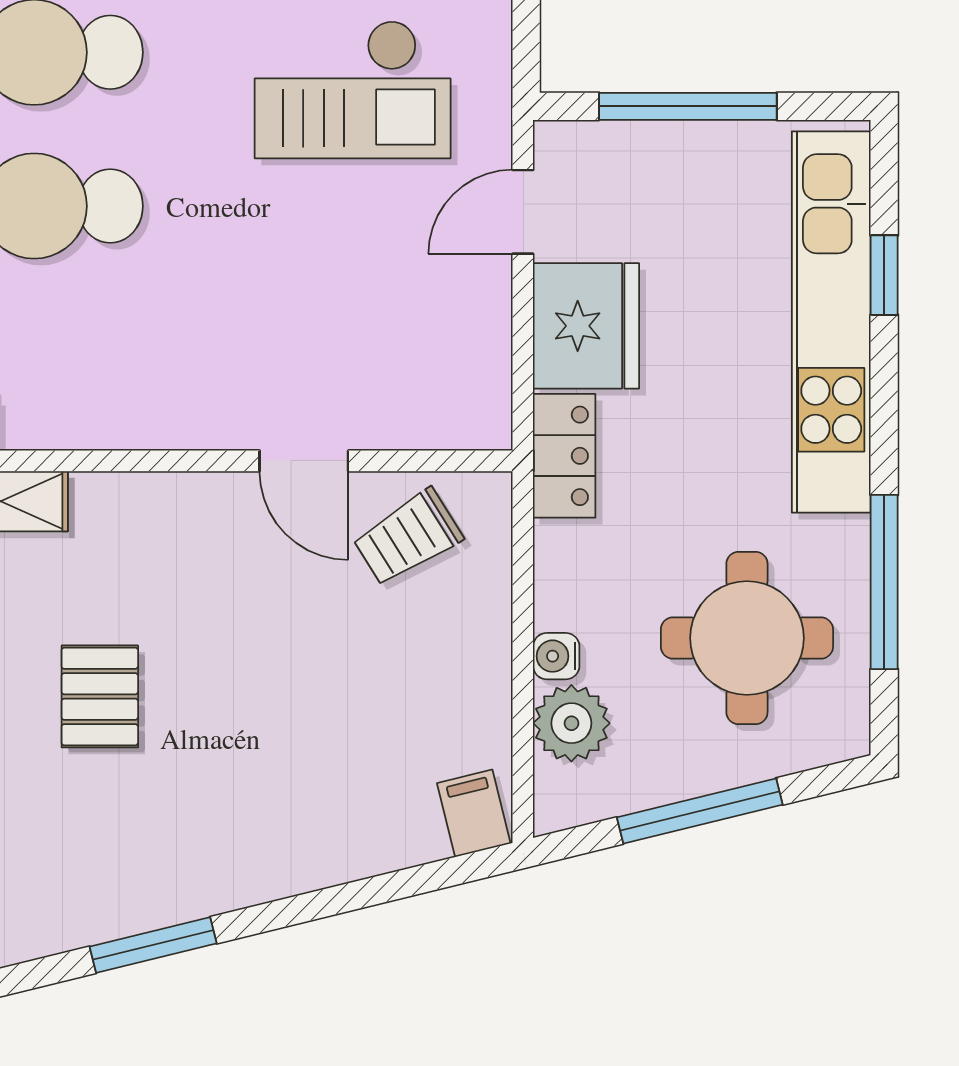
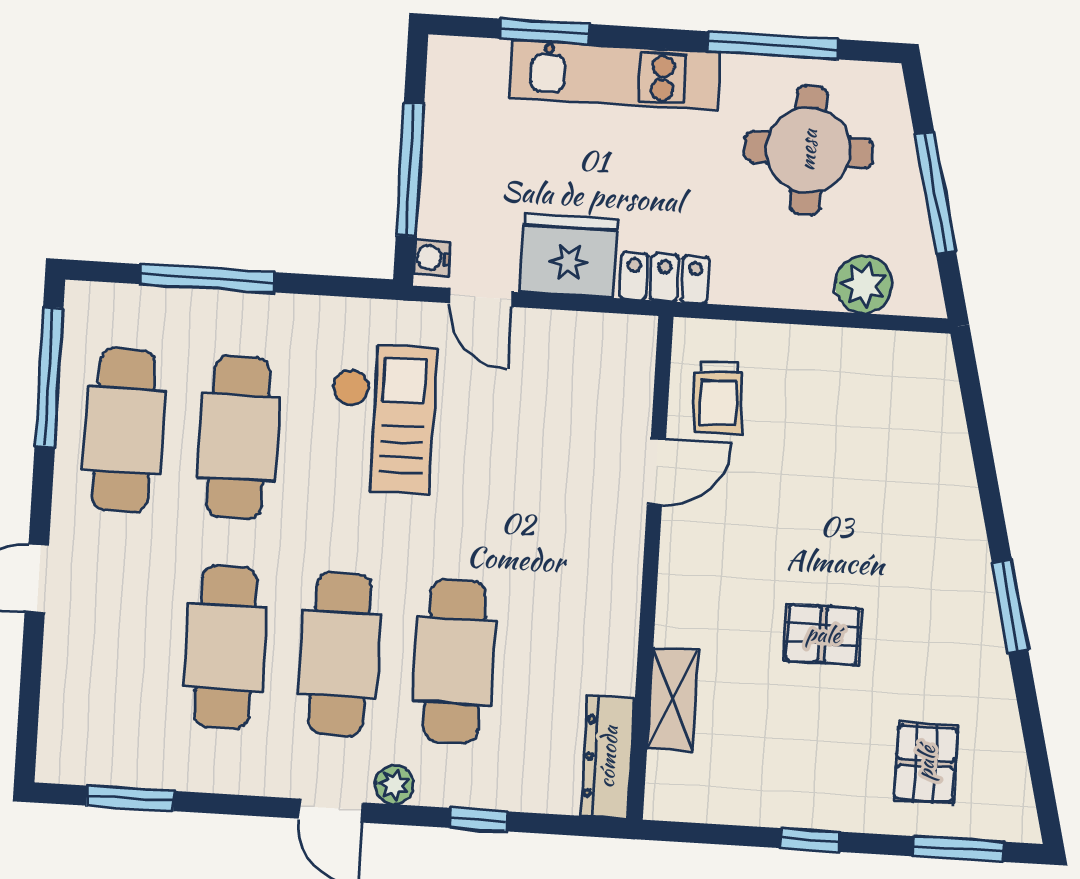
window: (884, 275) -> (545, 31), width x1.50
kitchen unit: (831, 322) -> (615, 75), width x0.73
trolley: (408, 537) -> (718, 398), turned 30
water cooler: (556, 656) -> (432, 258), moved, turned 90
filing cabinet: (474, 813) -> (926, 361), removed

